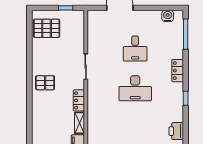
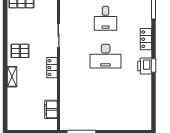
shelving: (79, 123) -> (12, 77), moved
printer: (176, 131) -> (145, 66), moved

